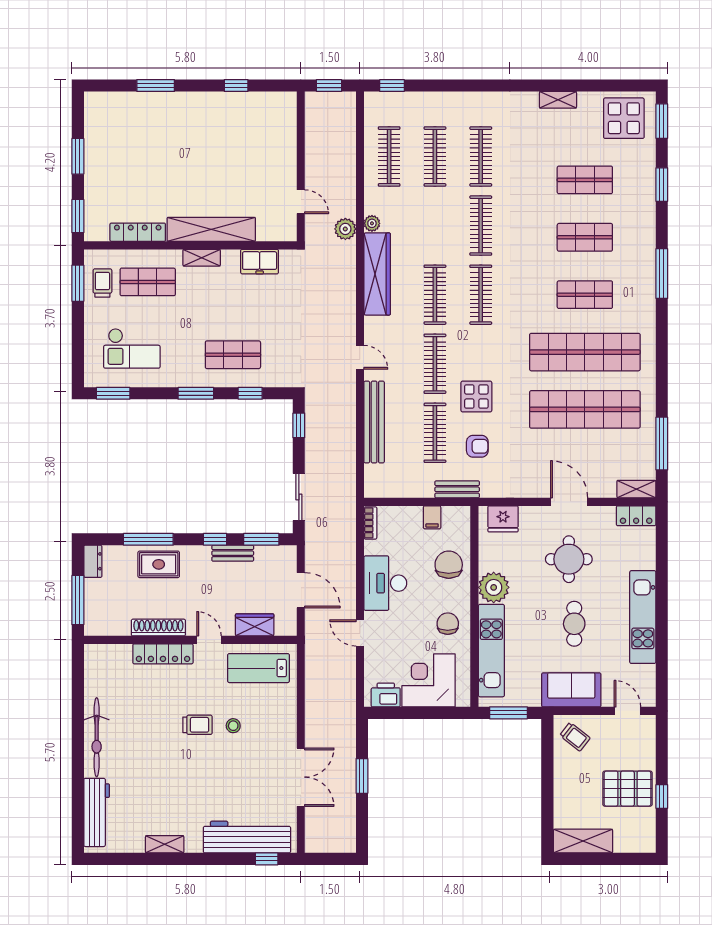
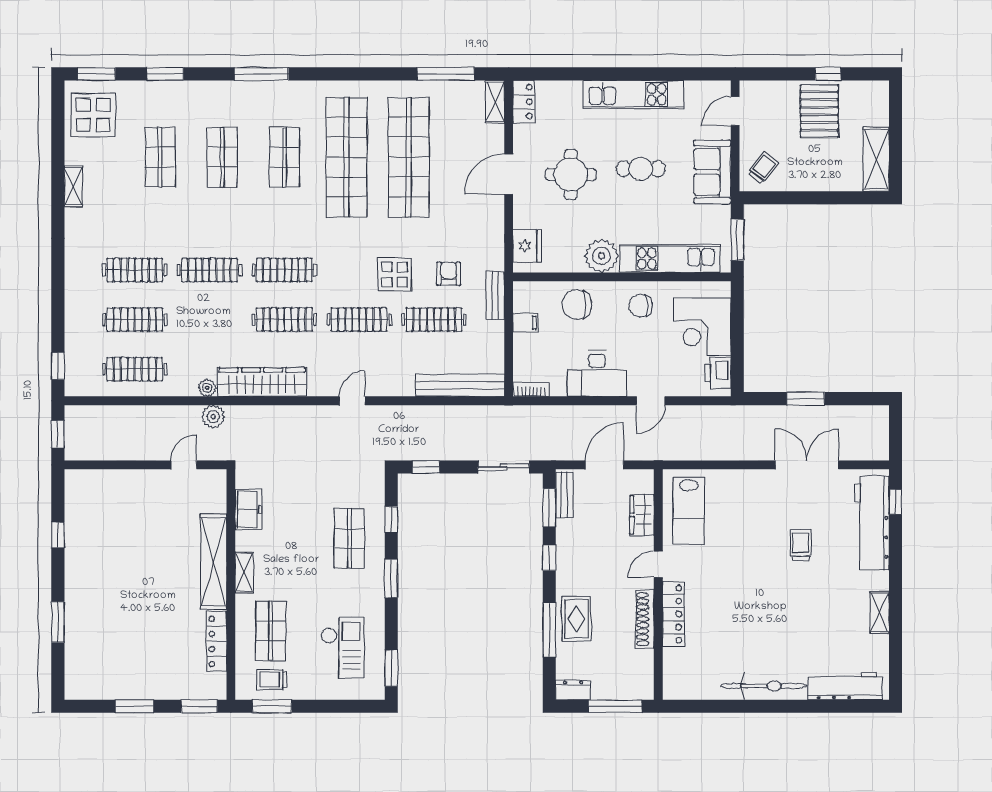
bench: (374, 422) -> (460, 385), moved
bench: (233, 553) -> (564, 495), moved
trolley: (197, 725) -> (801, 545), moved
stool: (233, 726) -> (751, 538), removed

